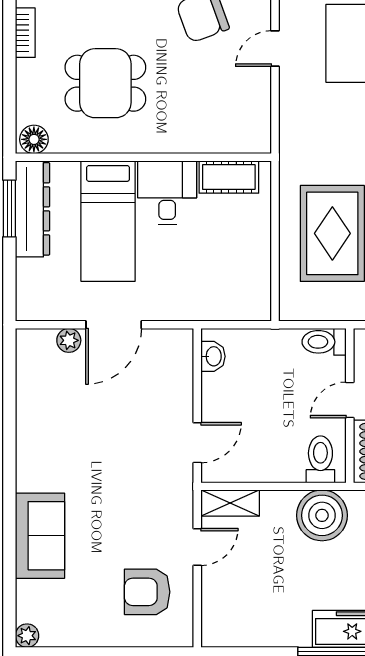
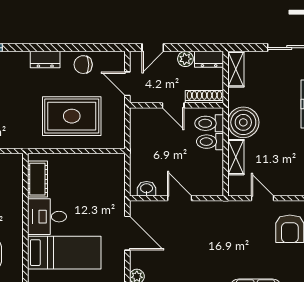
door: (114, 325) -> (127, 233), moved
toilet: (324, 342) -> (210, 142), moved, turned 90
door: (197, 443) -> (180, 198), moved
shelving: (230, 503) -> (236, 157), moved

